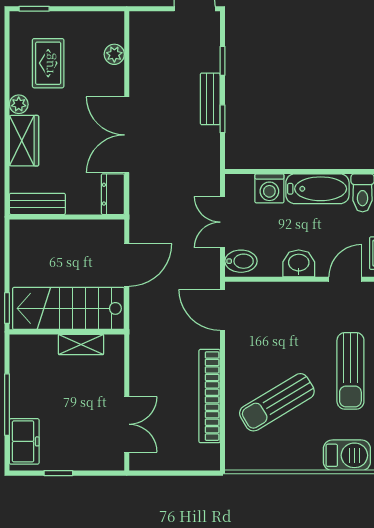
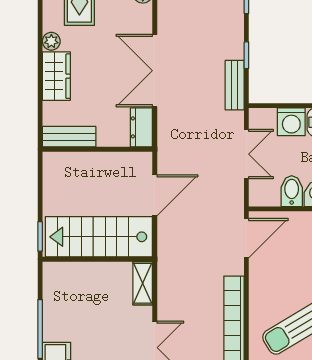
bench: (210, 99) -> (235, 85), moved
double door: (223, 222) -> (246, 154), swing flipped
bidet: (241, 261) -> (292, 191), moved, turned -90
door: (223, 310) -> (246, 238), swing flipped
shelving: (81, 344) -> (143, 283), moved, turned 90

